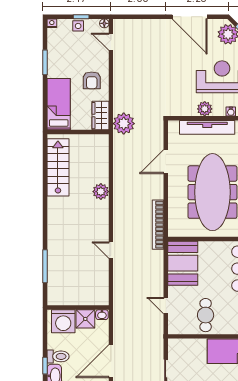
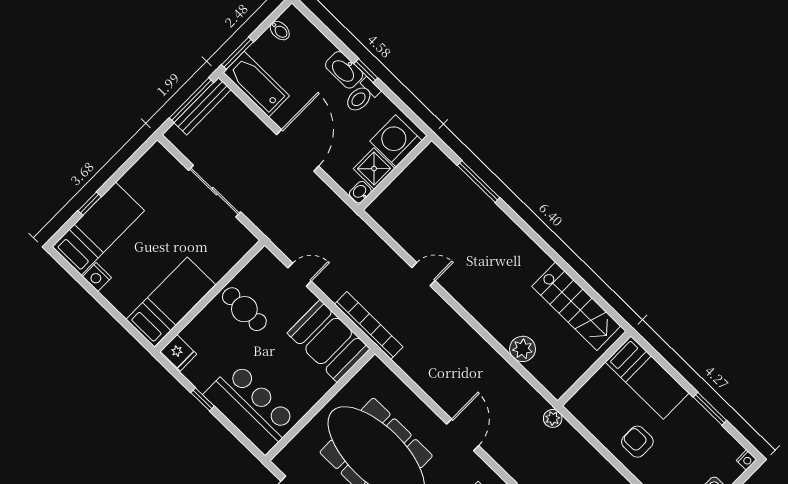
wardrobe: (100, 116) -> (588, 412), removed
plant: (124, 124) -> (553, 418), width x0.53, depth x0.53
plant: (101, 192) -> (523, 349), moved
bookcase: (158, 225) -> (369, 325), moved

